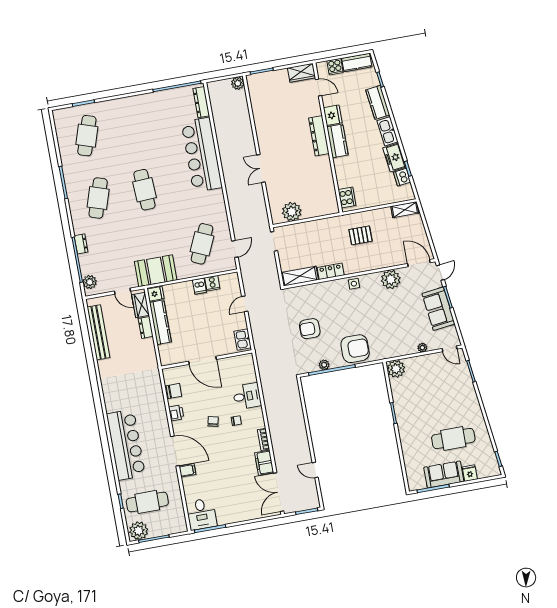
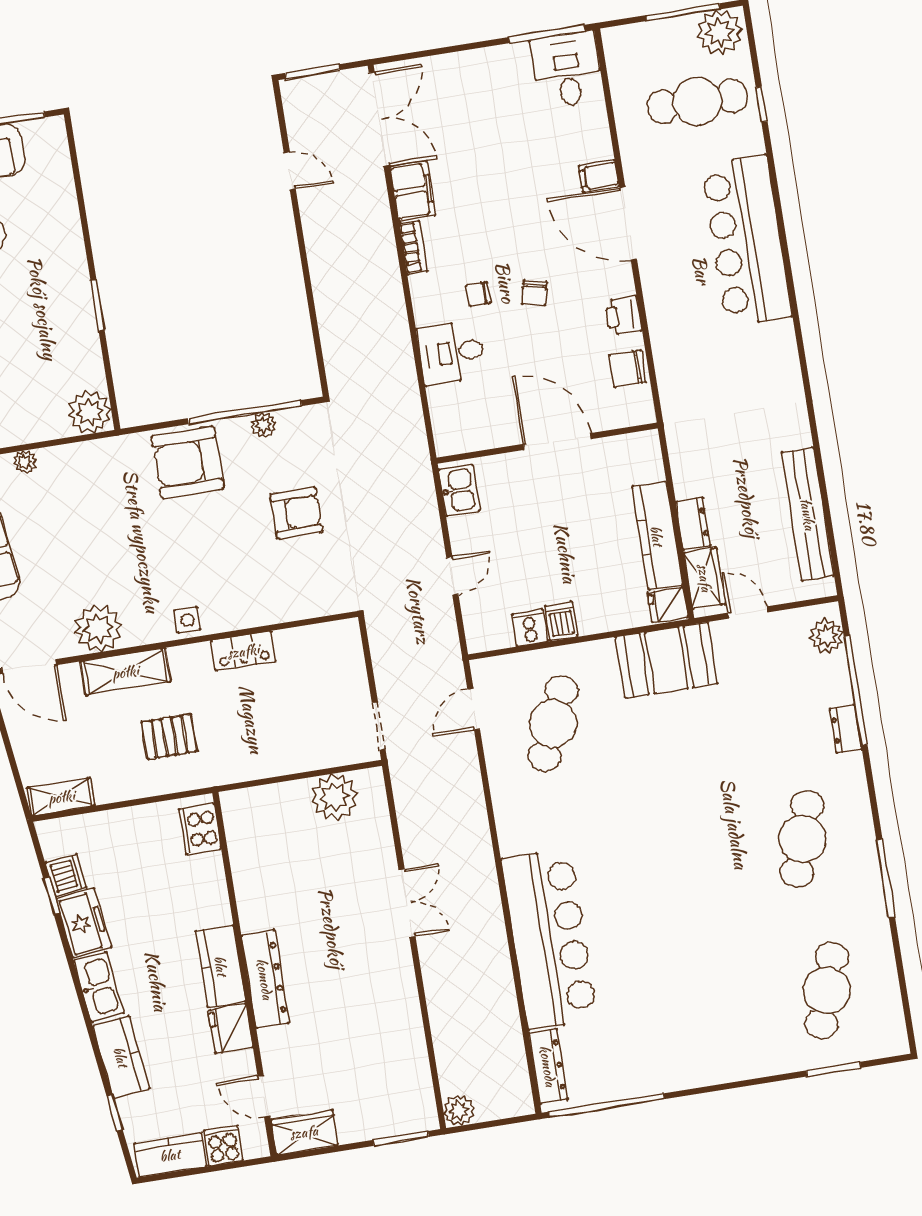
cafe table: (144, 190) -> (690, 857), removed
shelving: (300, 276) -> (125, 672), moved

